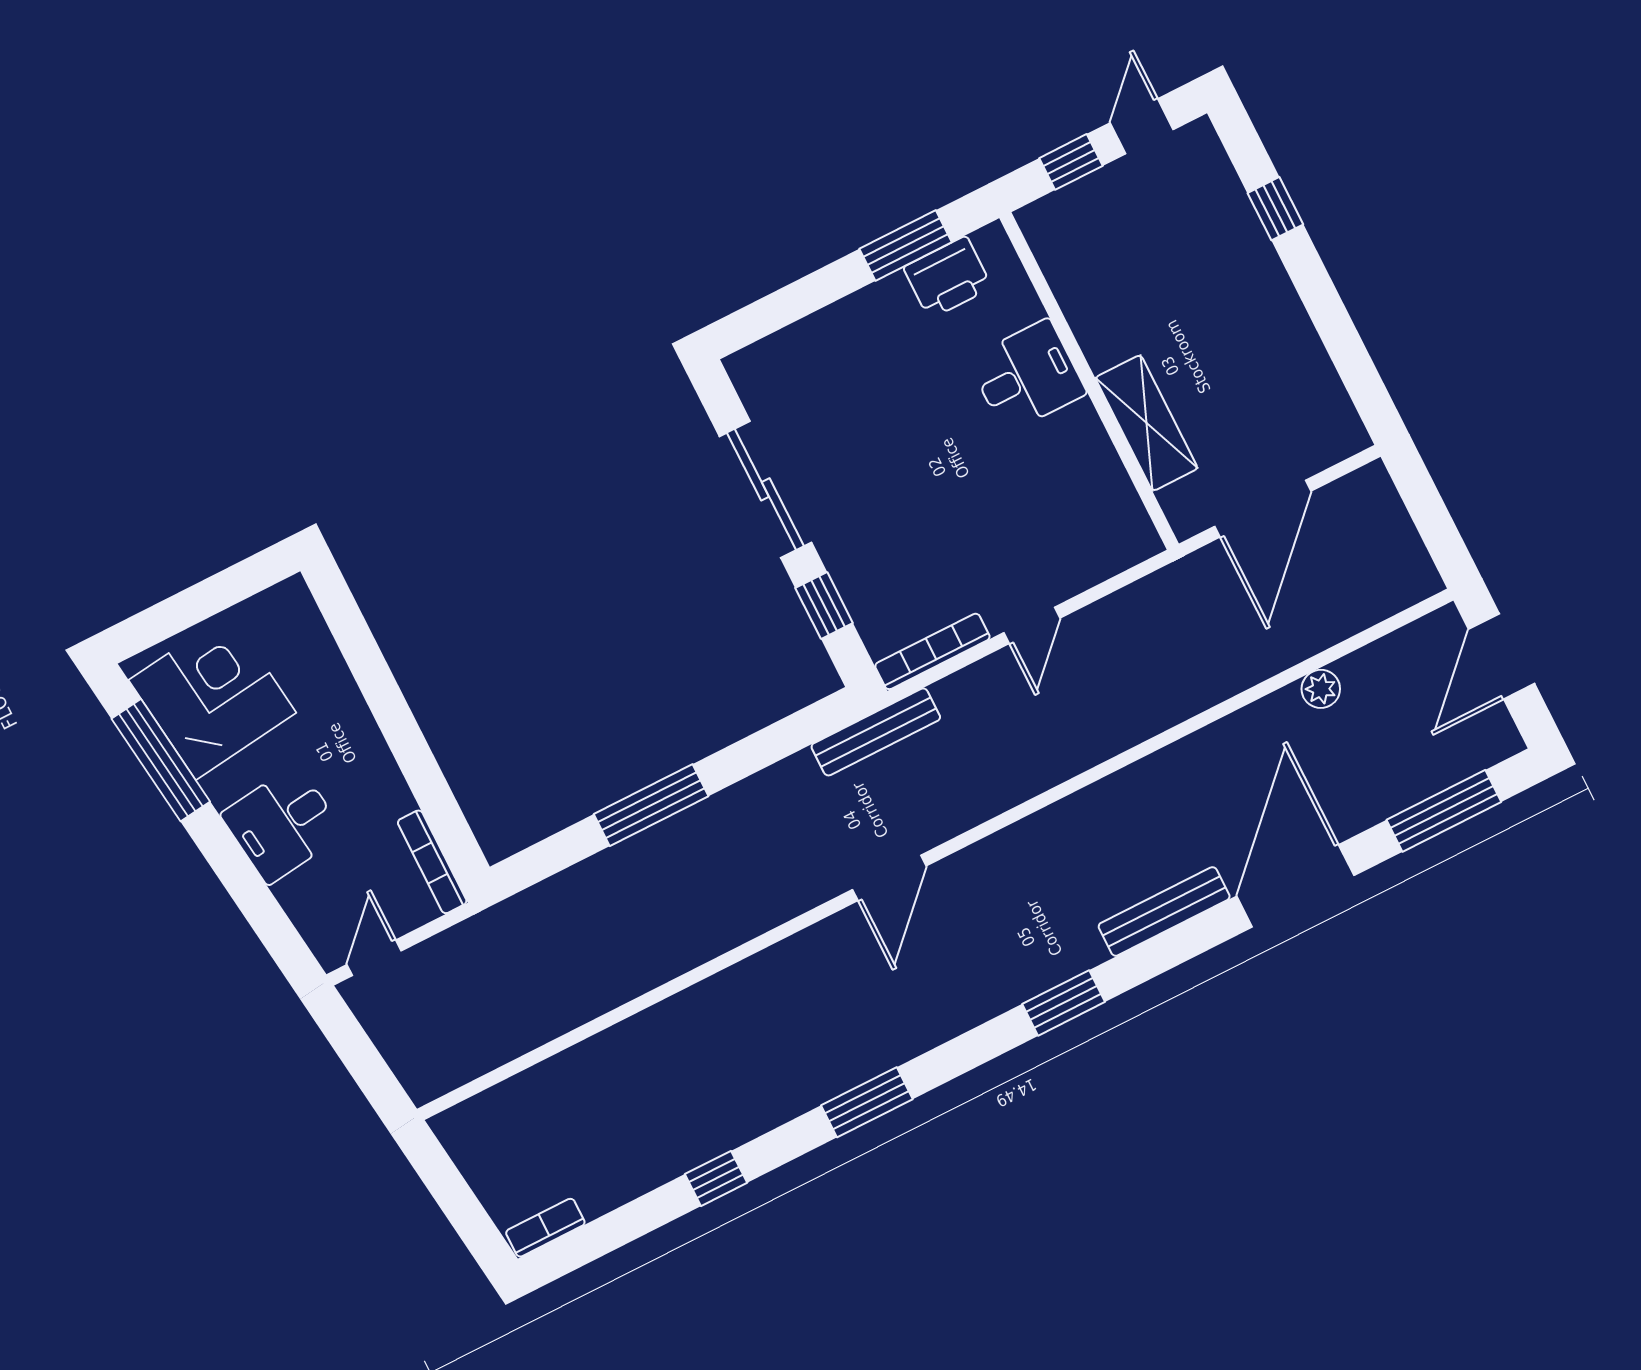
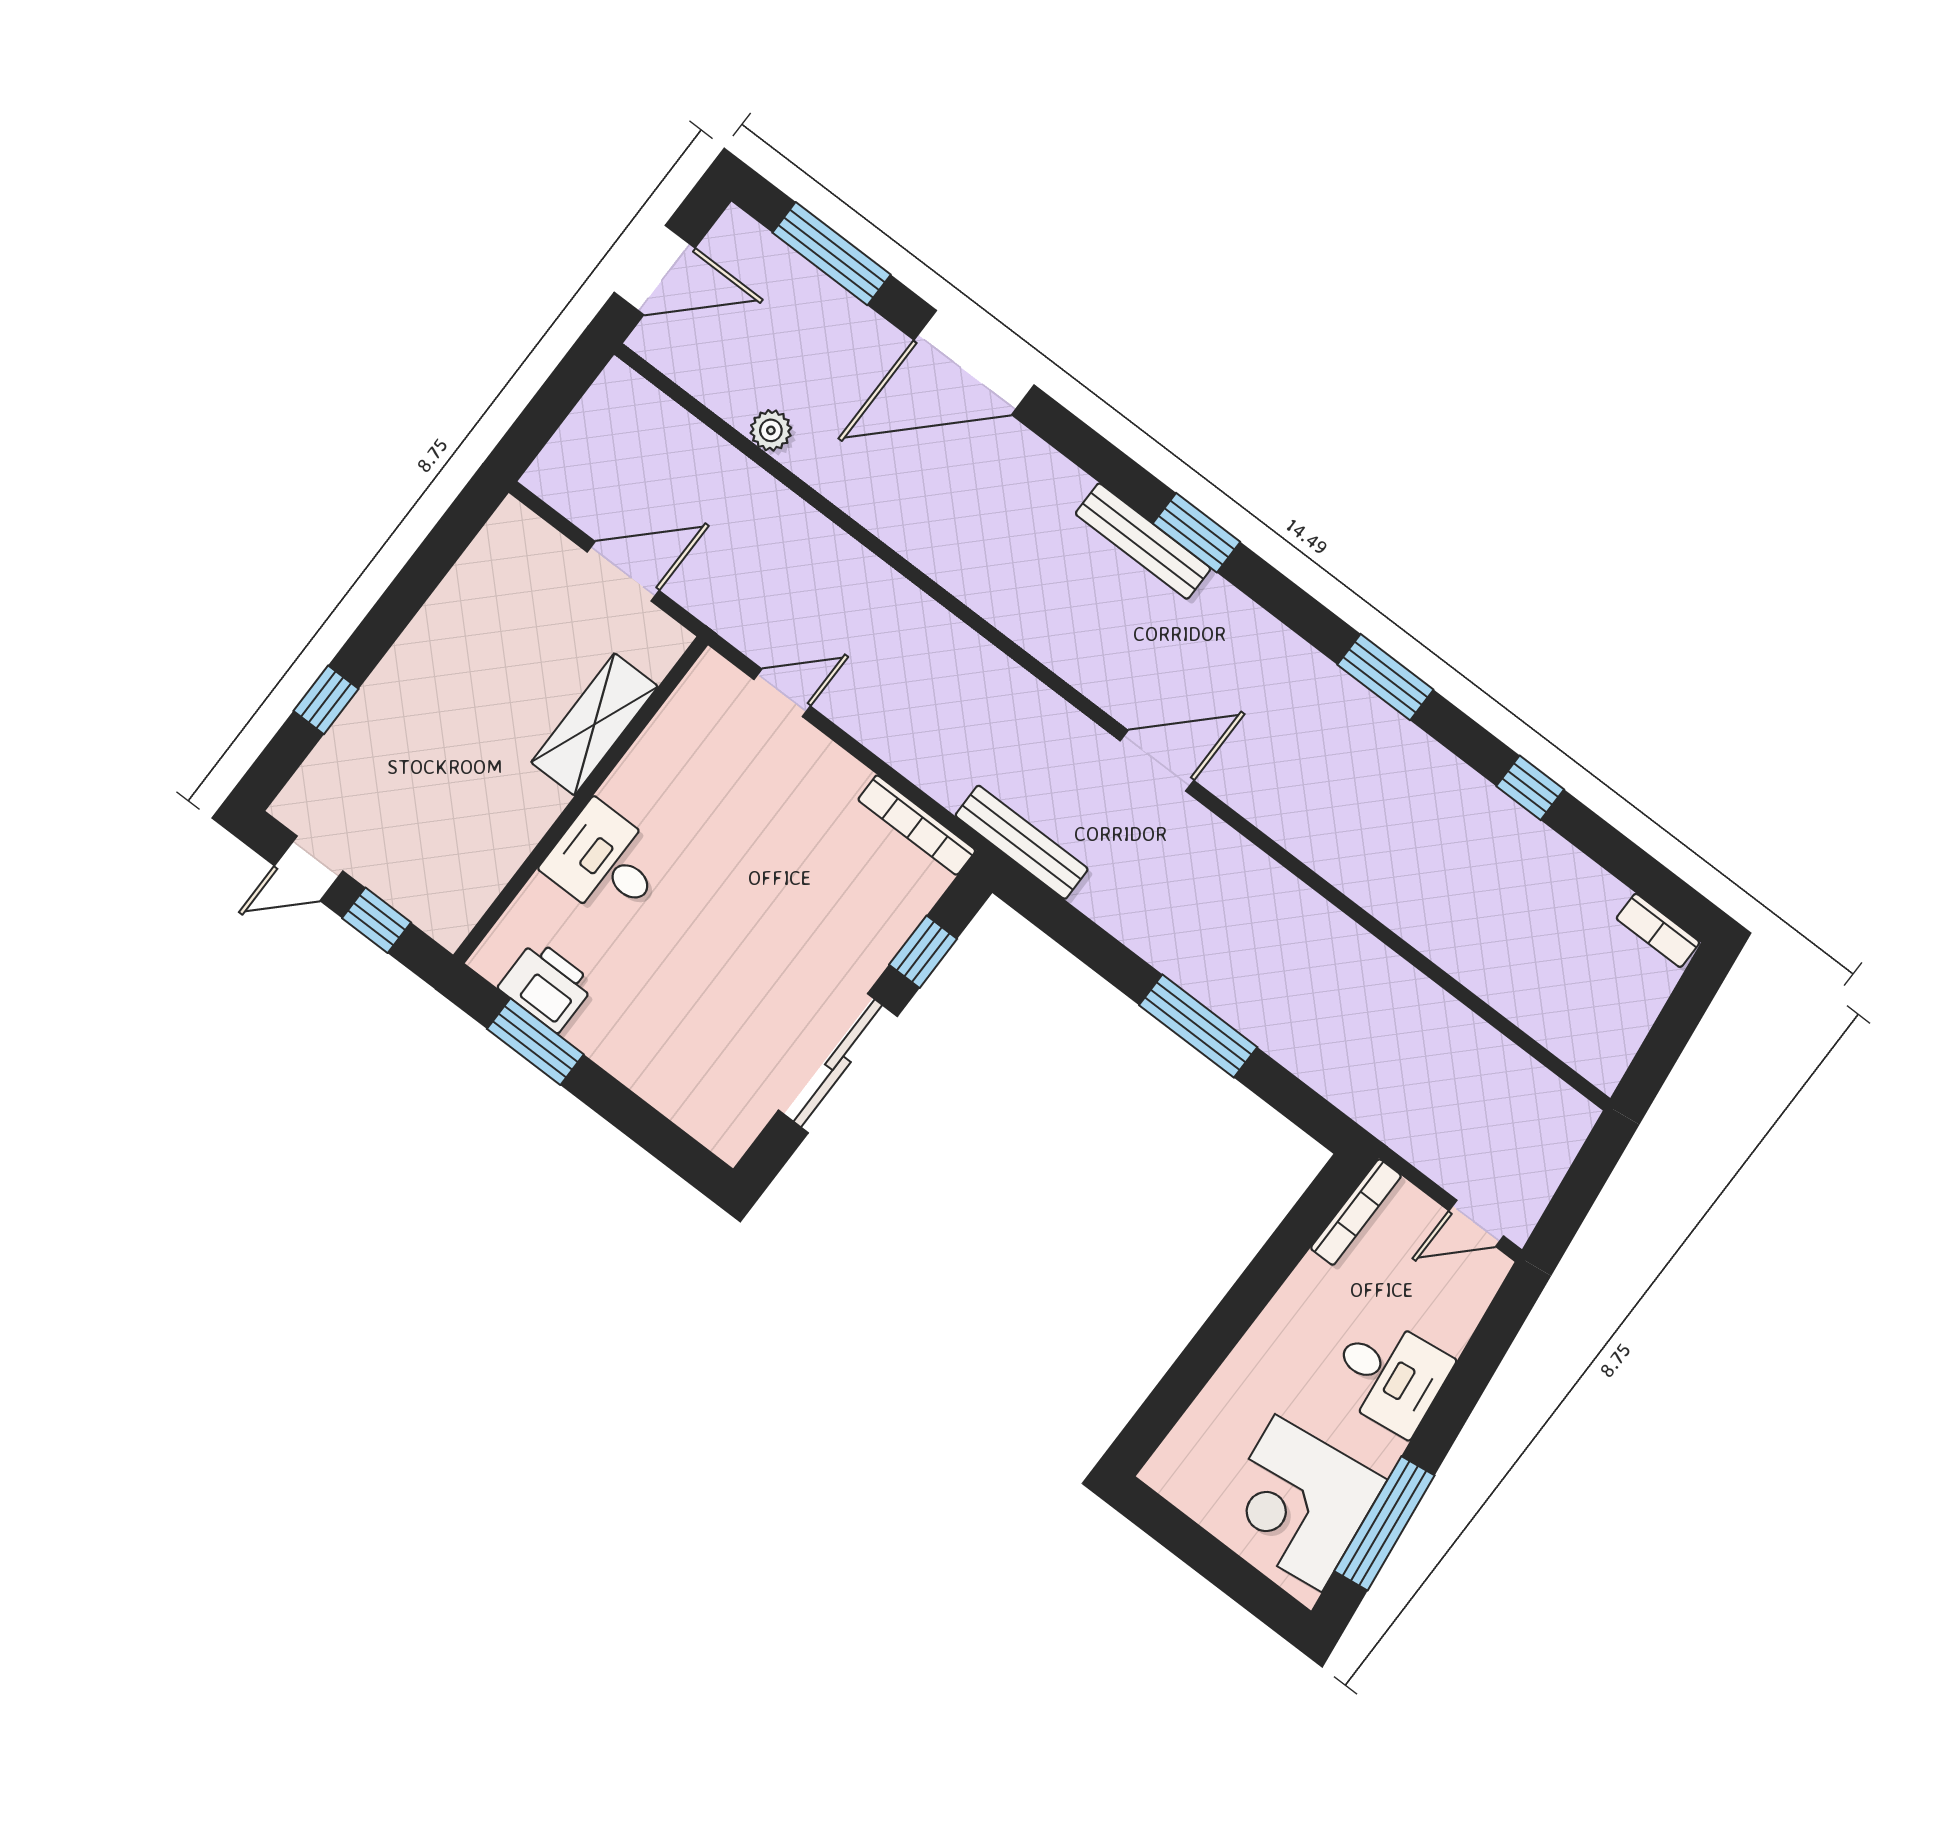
door: (1263, 509) -> (623, 571), width x0.73
door: (1032, 625) -> (782, 693), moved
bench: (1164, 911) -> (1143, 541), moved

